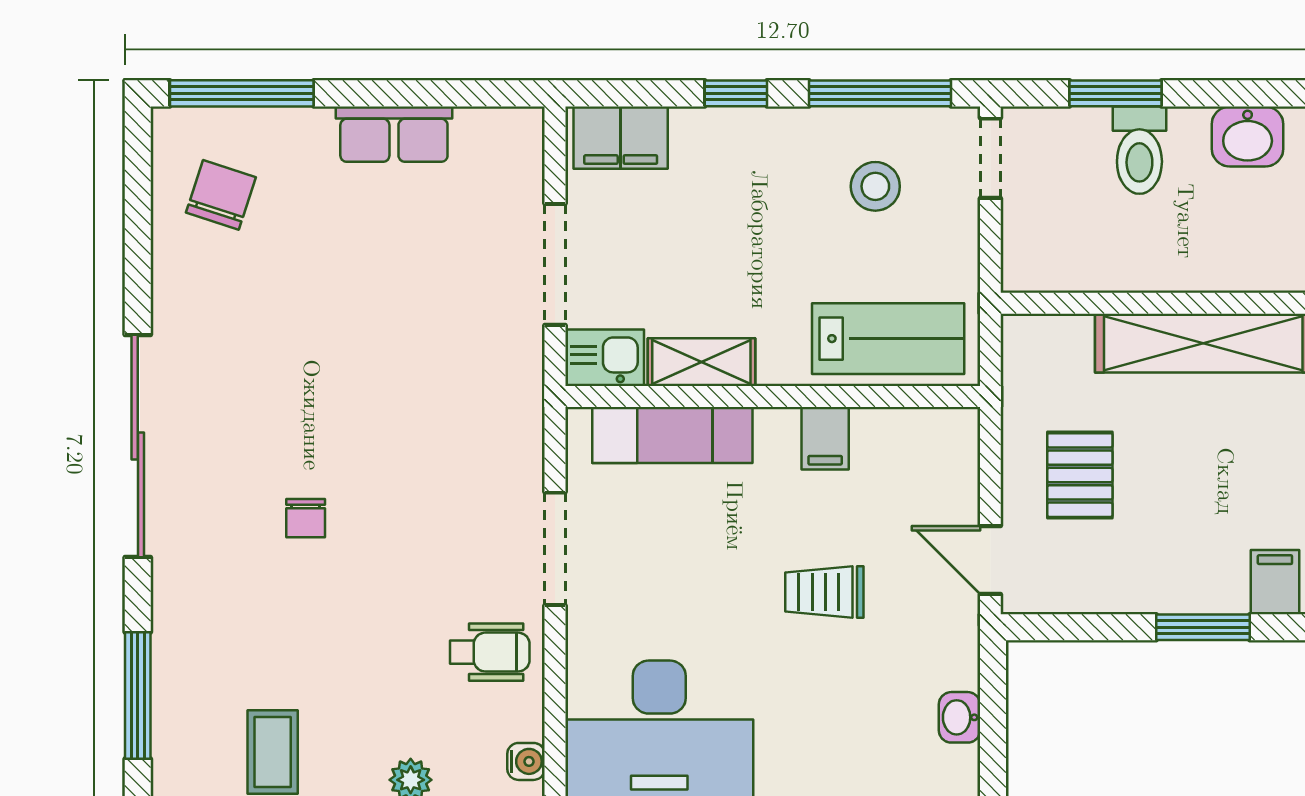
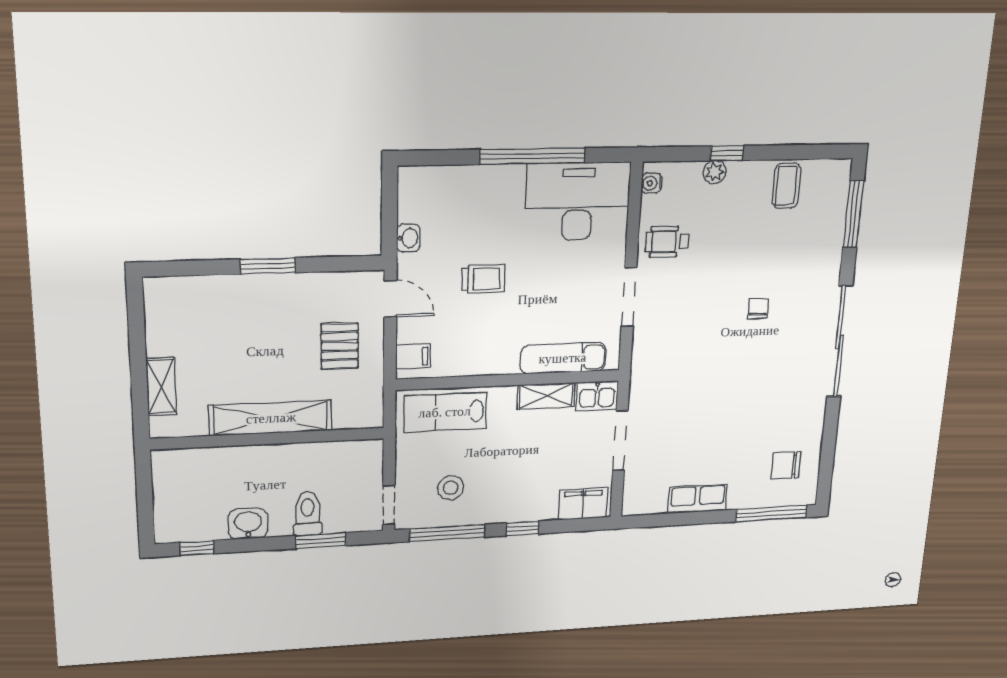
chair: (221, 195) -> (786, 465), turned 72
filing cabinet: (825, 438) -> (413, 356), moved, turned 90
filing cabinet: (1275, 582) -> (226, 292), removed
washbasin: (959, 717) -> (408, 238), moved

